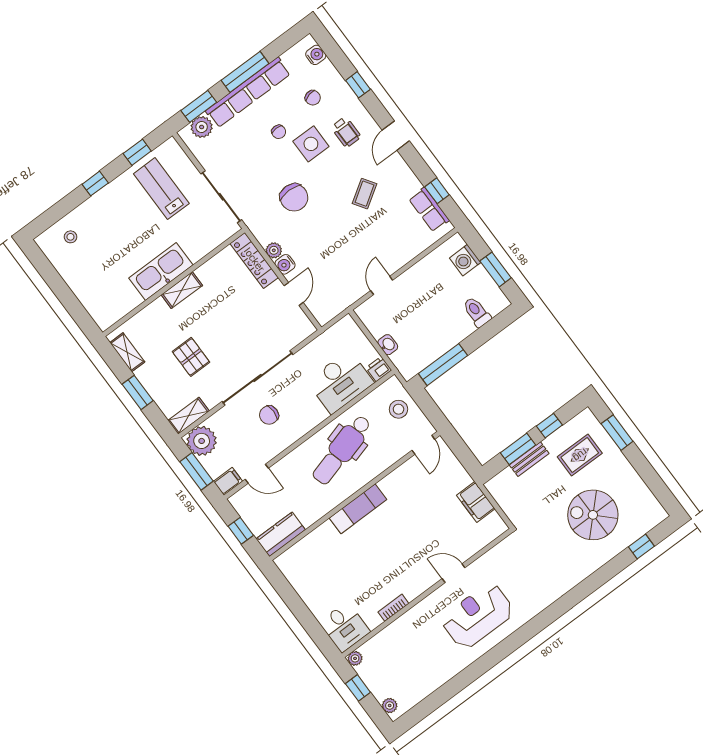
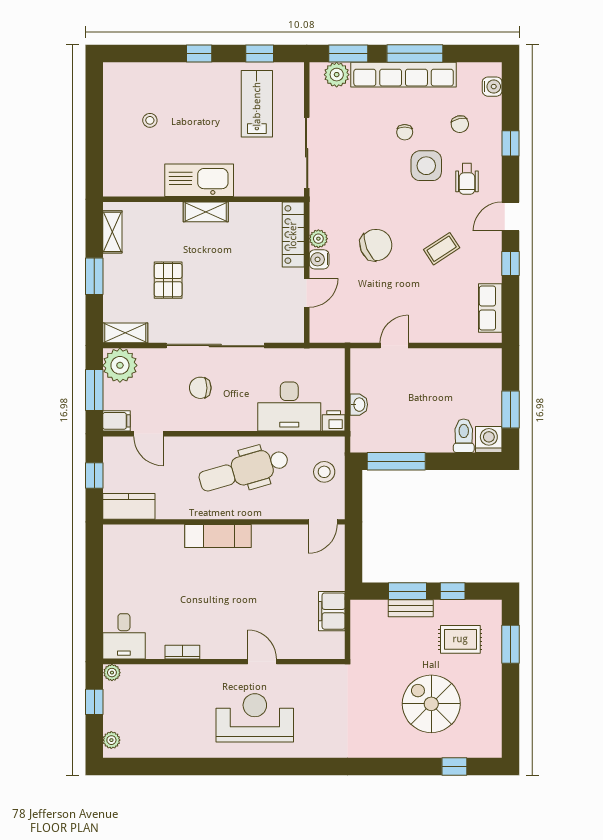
window: (437, 191) -> (511, 263), moved
chair: (294, 197) -> (376, 245), moved, turned -113
stool: (70, 237) -> (150, 120), moved
washing machine: (465, 260) -> (489, 440), moved, turned 90

